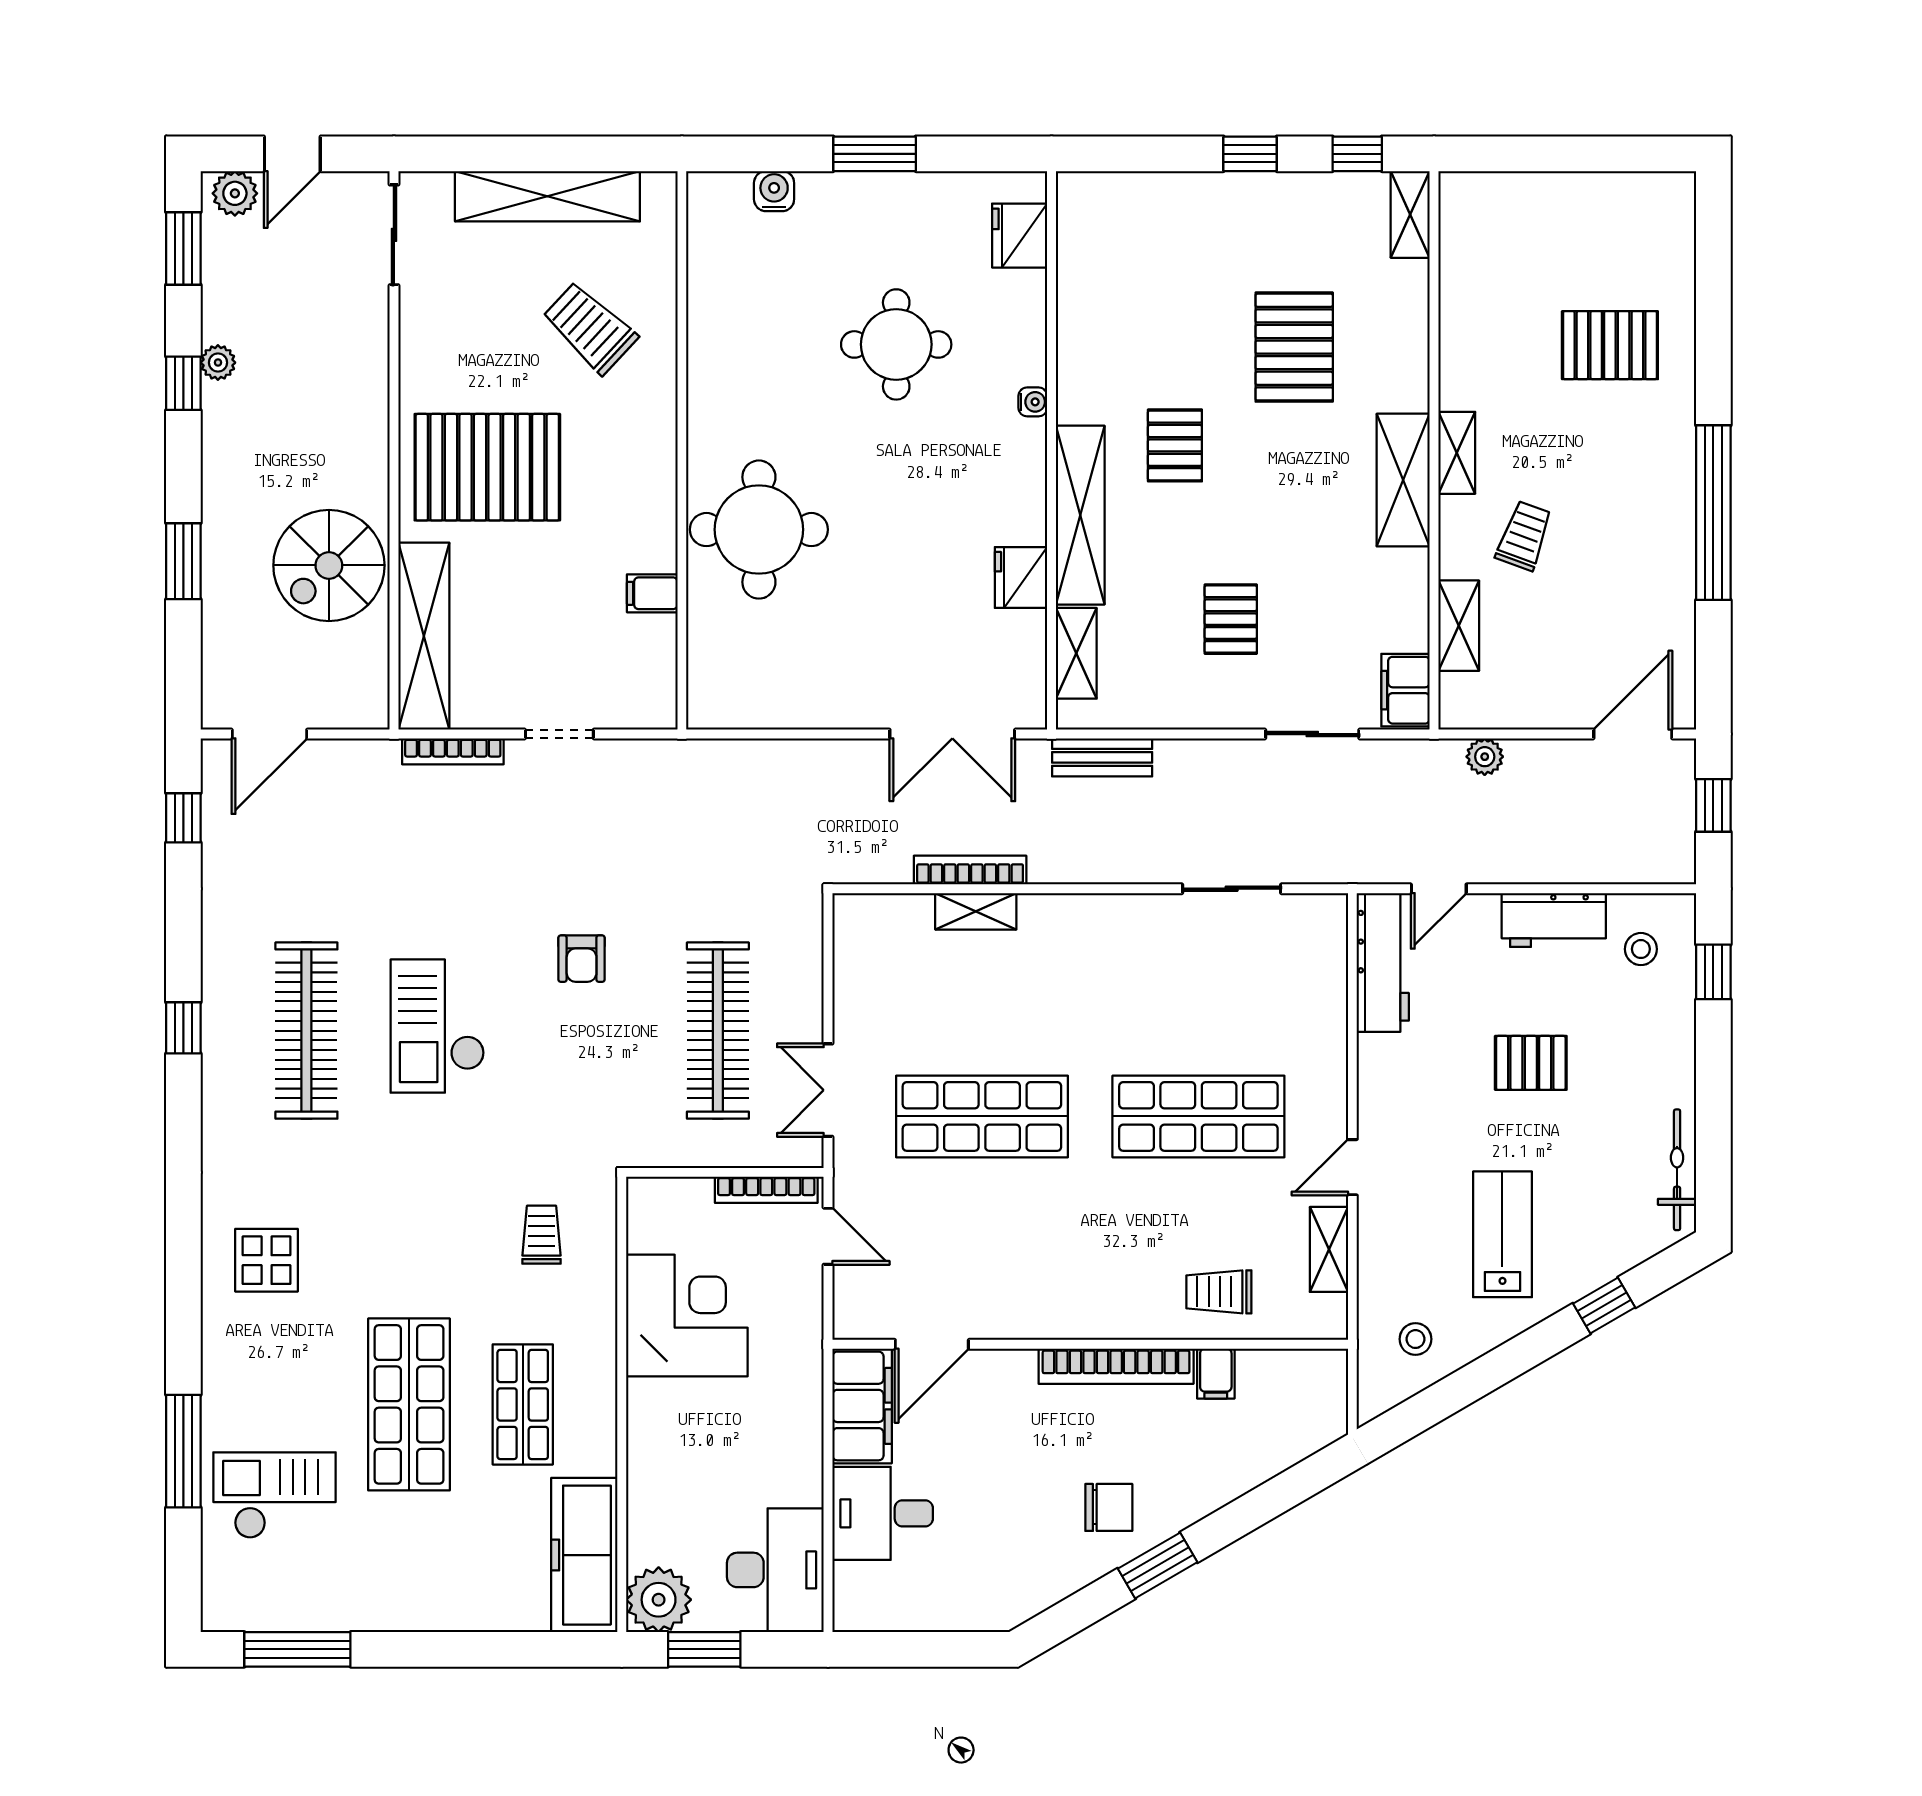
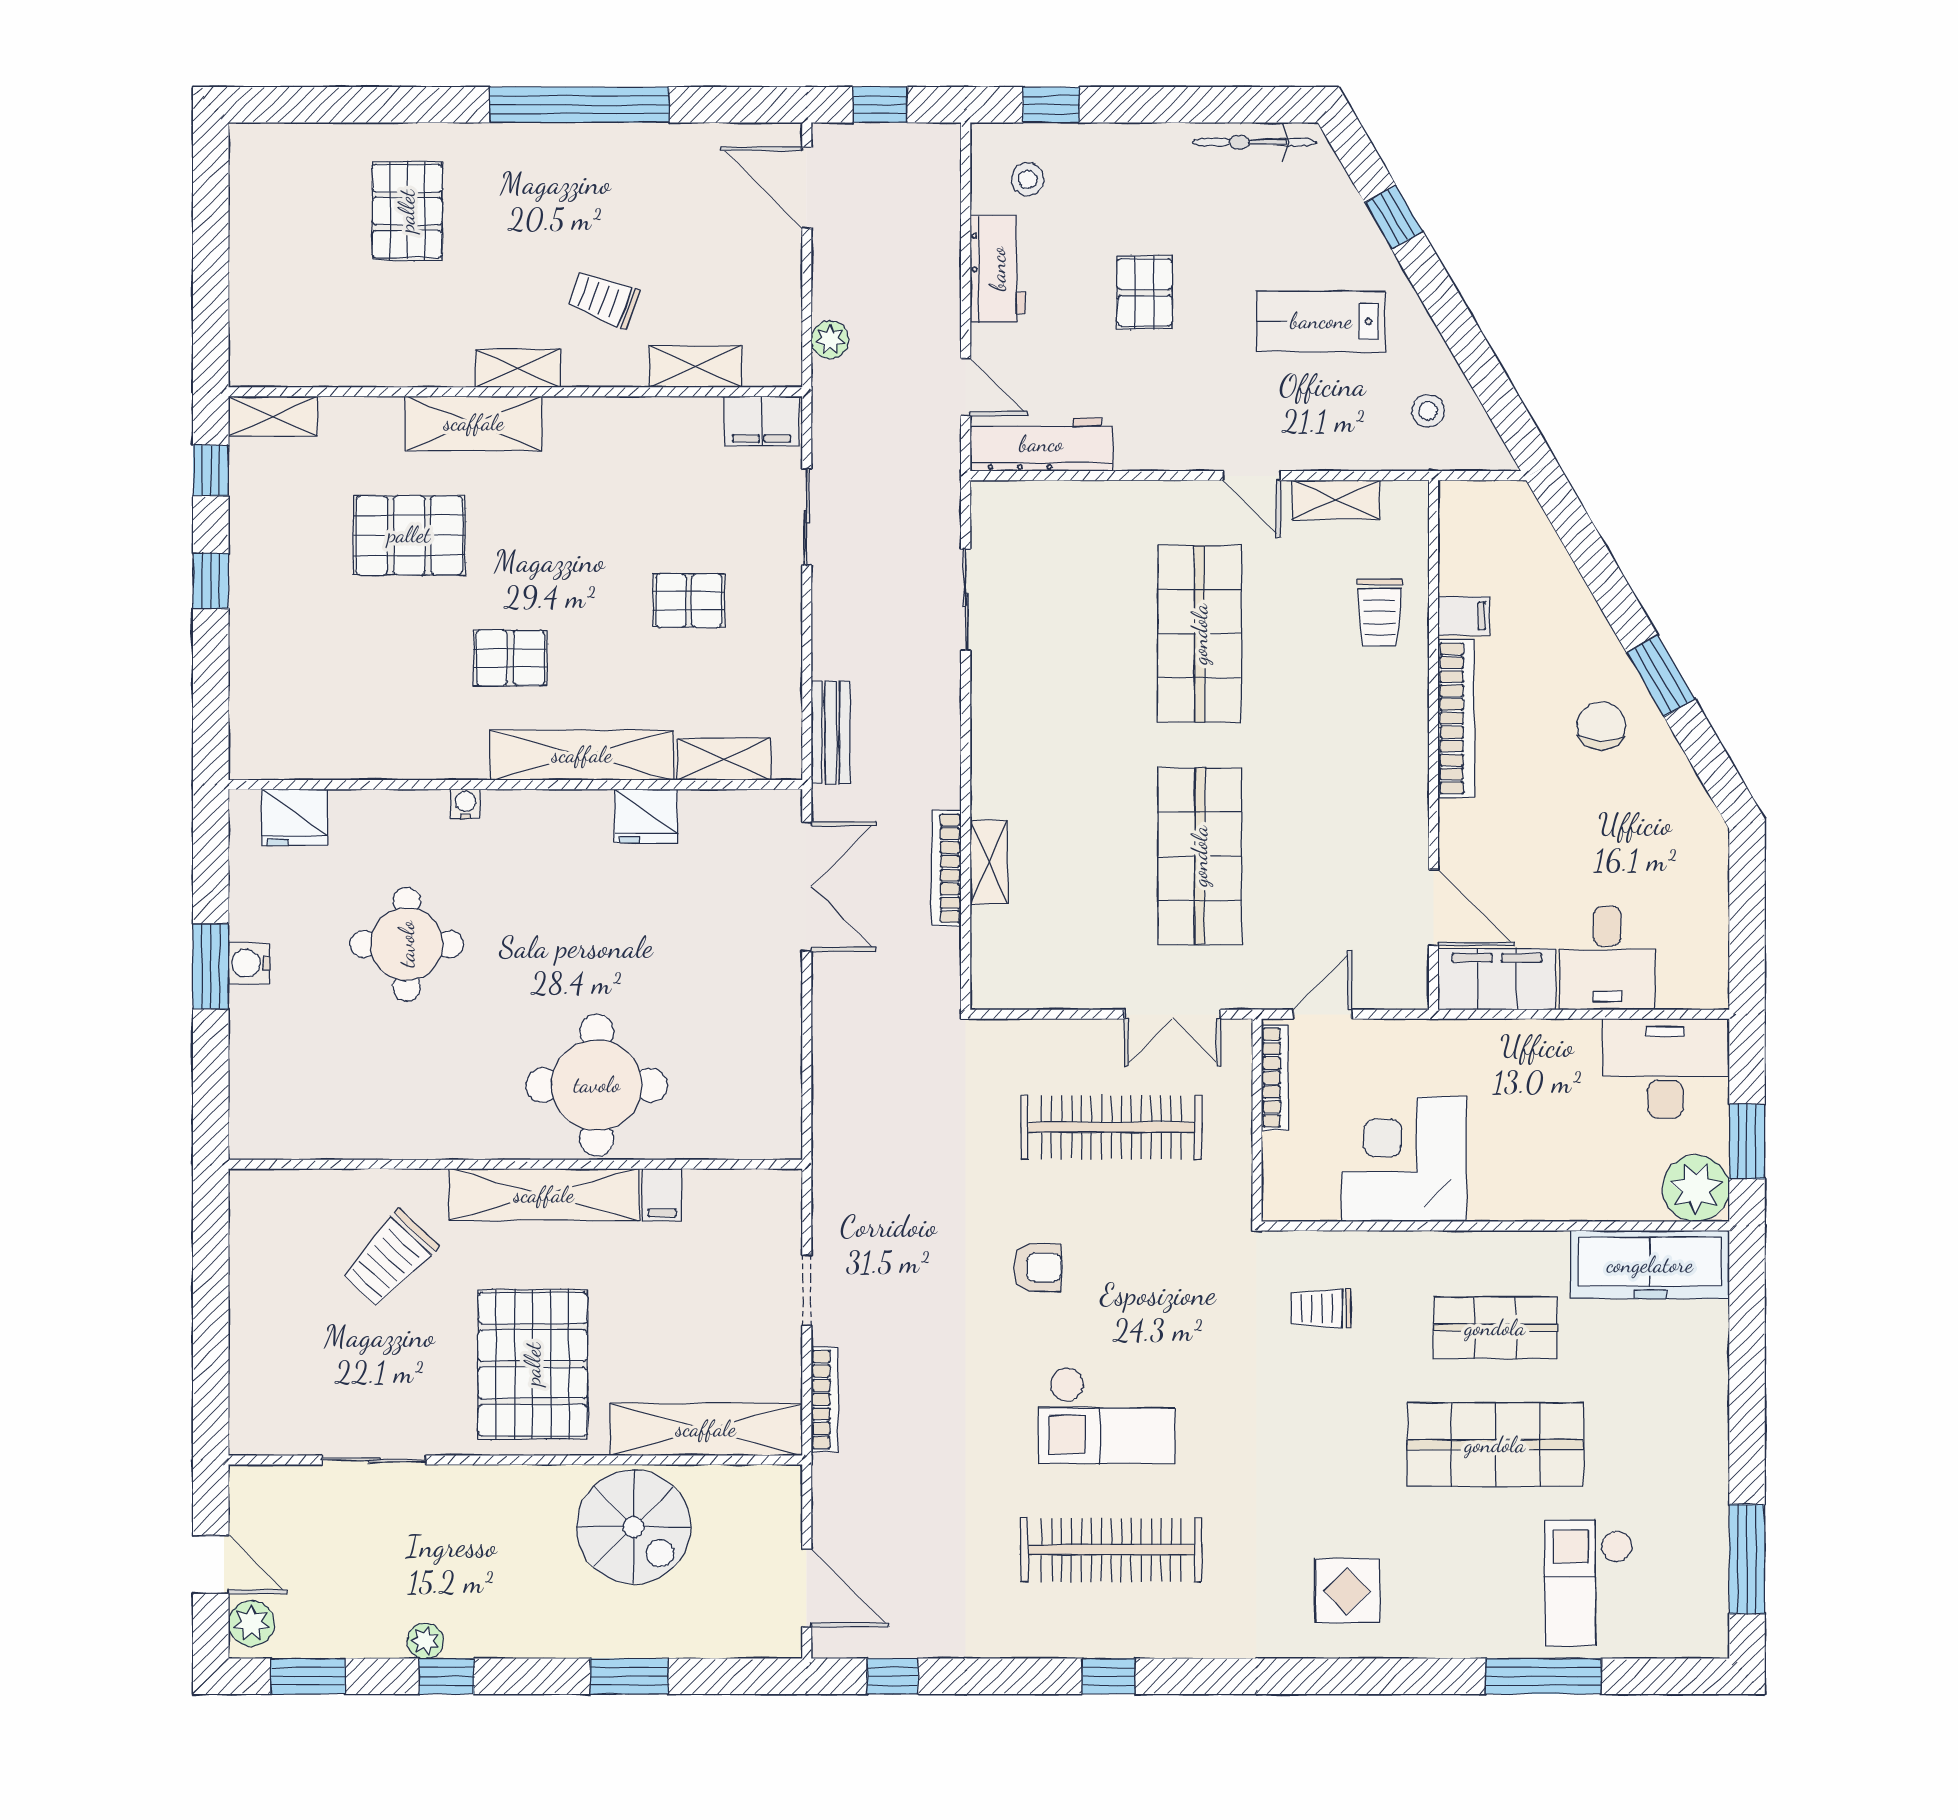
water cooler: (774, 191) -> (249, 963), moved
shelving: (547, 196) -> (544, 1195), moved, turned 90
sliding door: (394, 235) -> (374, 1460), moved
shelving: (1403, 480) -> (474, 423), moved

